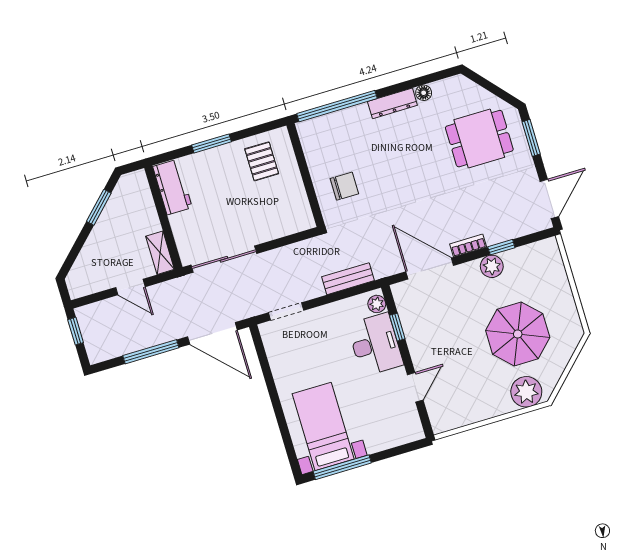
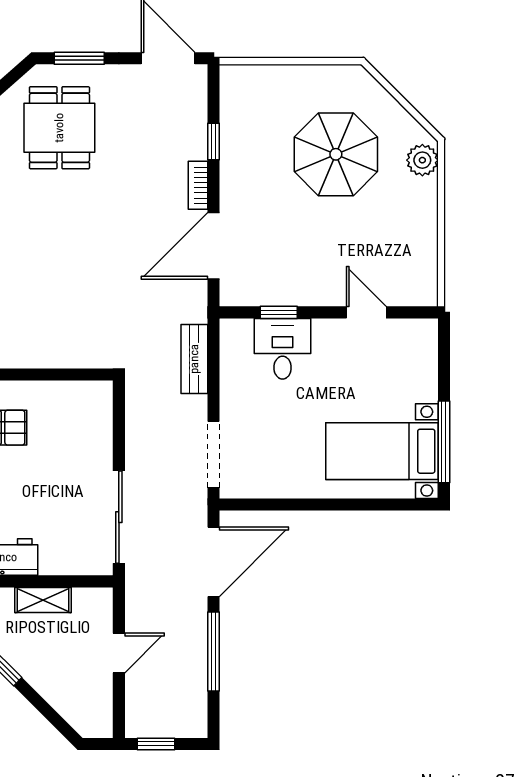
chair: (344, 186) -> (69, 327), removed
shelving: (160, 253) -> (43, 600), moved
plant: (492, 266) -> (235, 162), removed
plant: (377, 304) -> (240, 331), removed
doorway: (286, 311) -> (213, 455), width x1.38
desk: (375, 344) -> (283, 349), width x0.73
plant: (526, 392) -> (422, 160), width x0.73, depth x0.73

